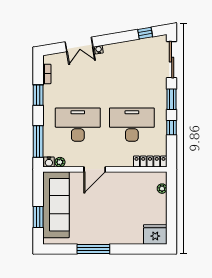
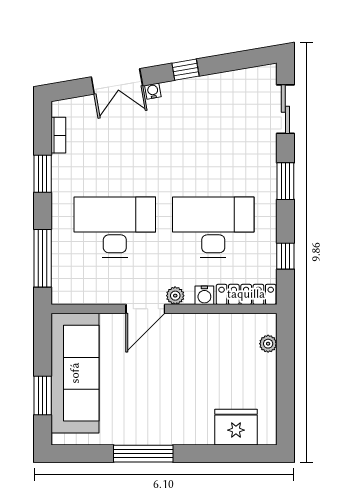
window: (145, 33) -> (185, 70), moved
sliding door: (172, 60) -> (285, 109), width x0.73
window: (172, 128) -> (285, 256), moved
water cooler: (49, 162) -> (204, 295), moved
plant: (60, 162) -> (175, 296), moved
fridge: (155, 234) -> (236, 427), moved

